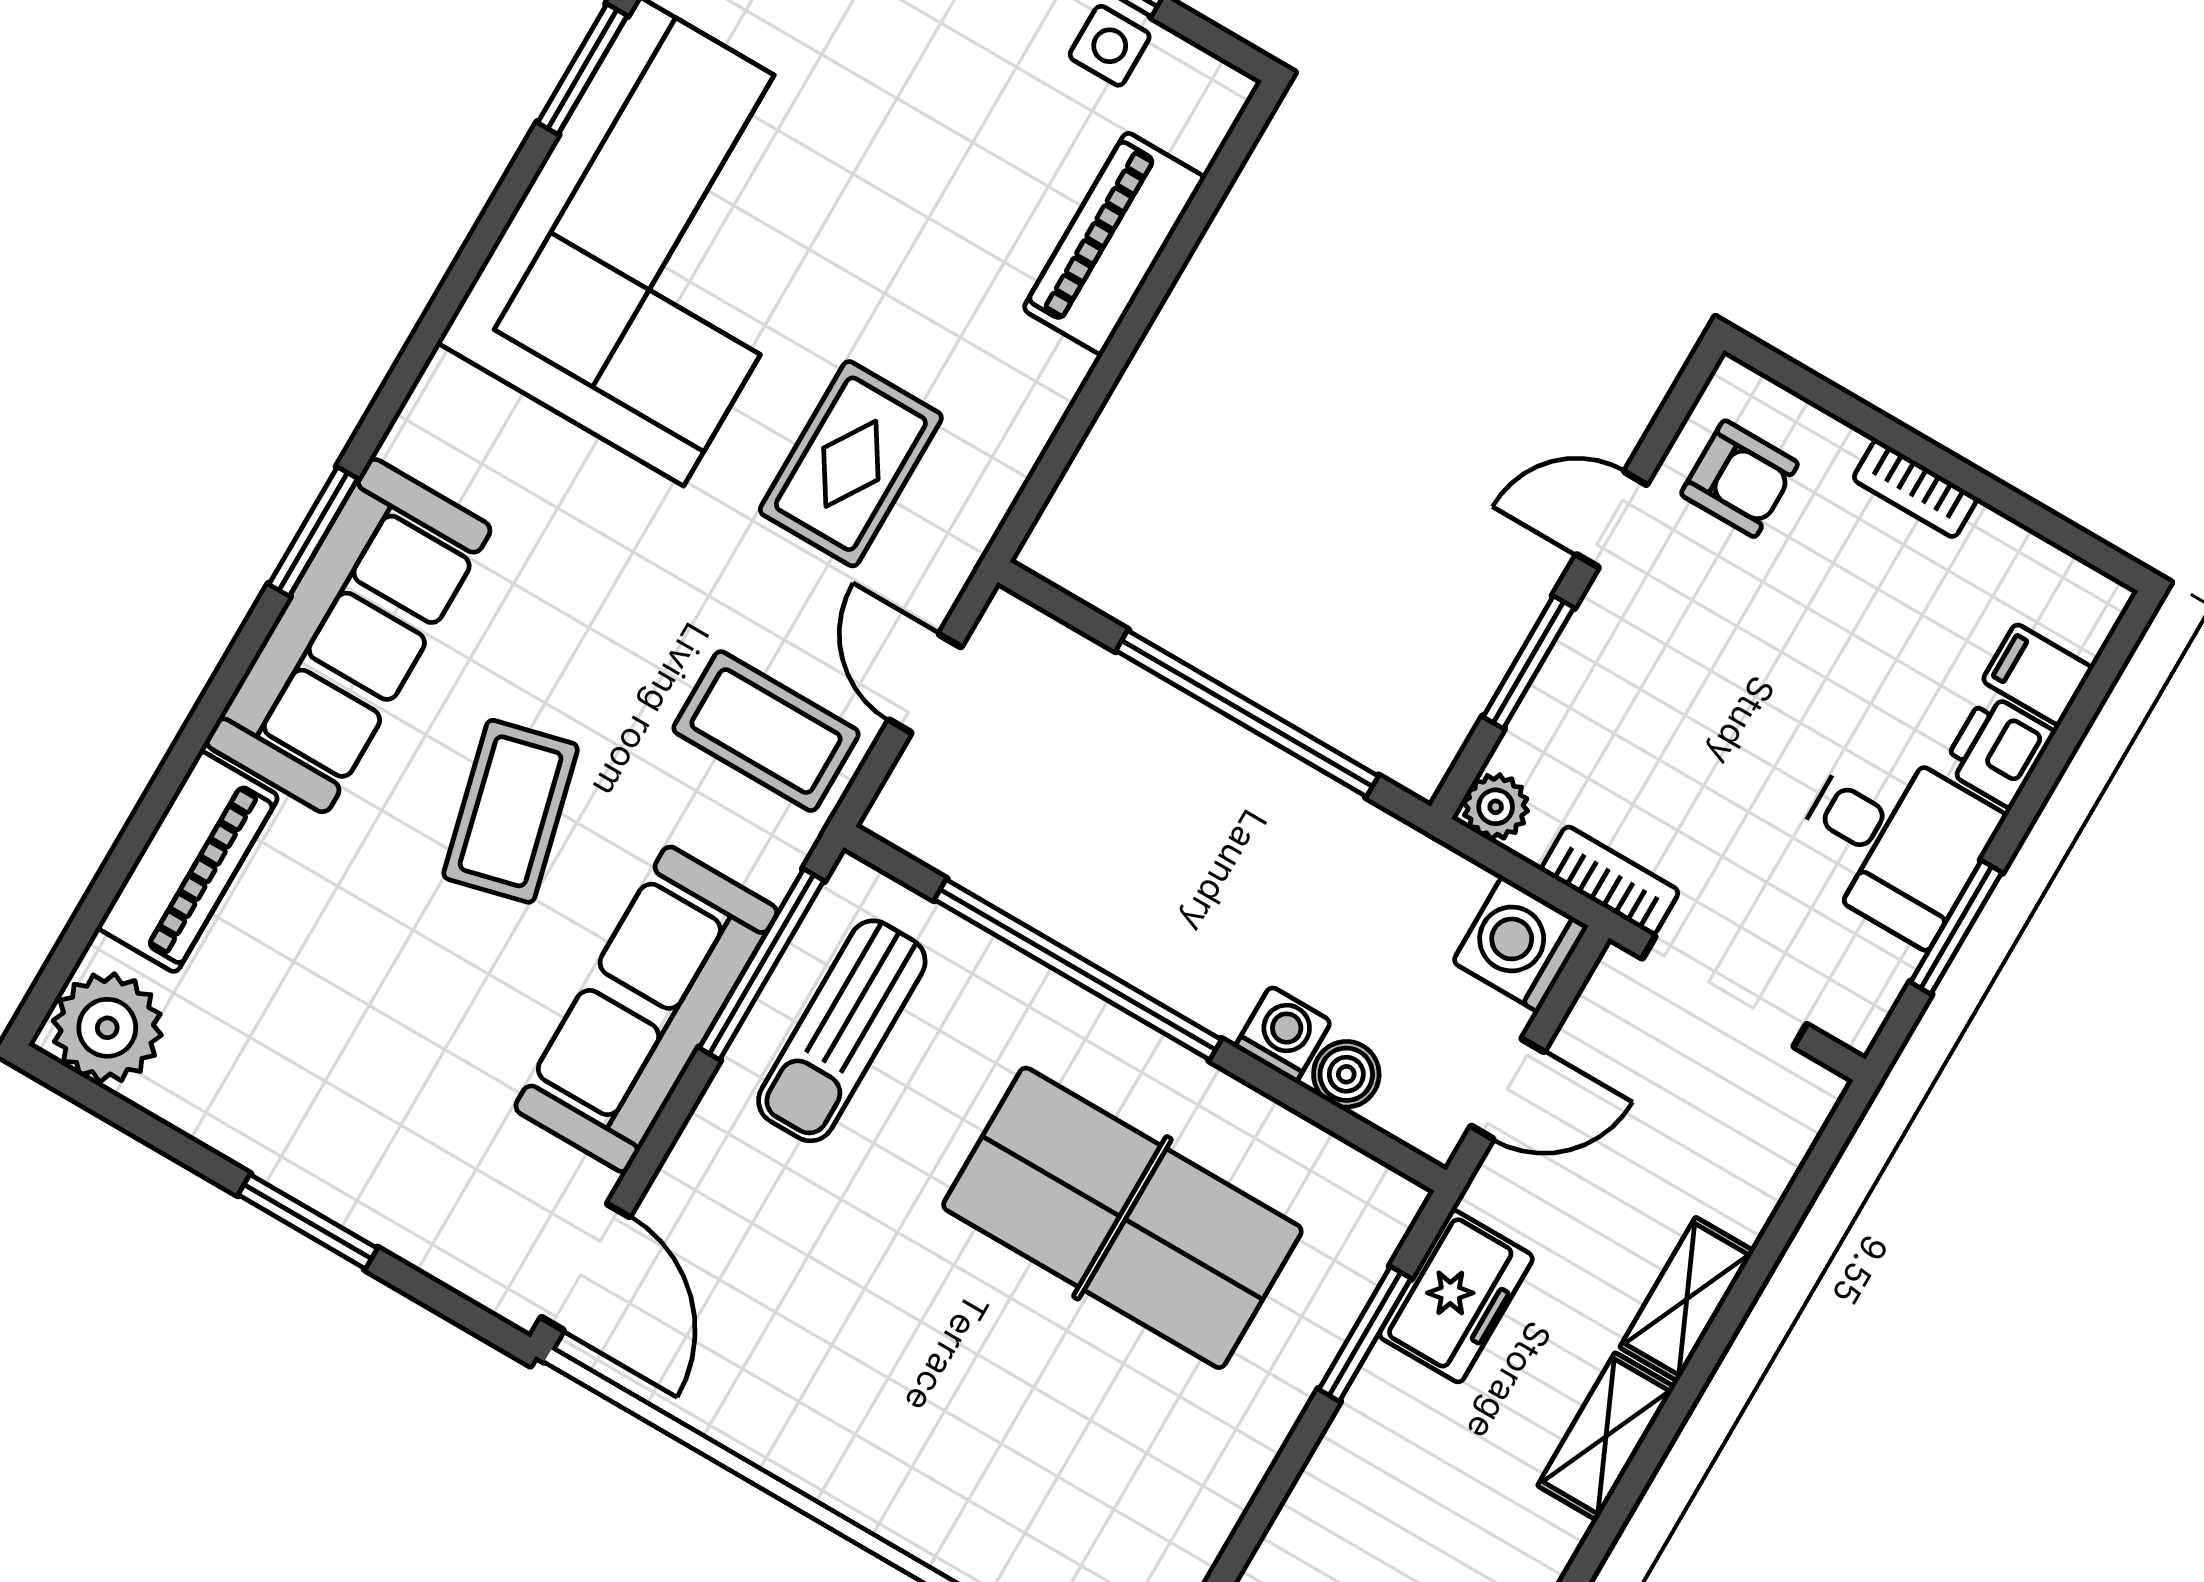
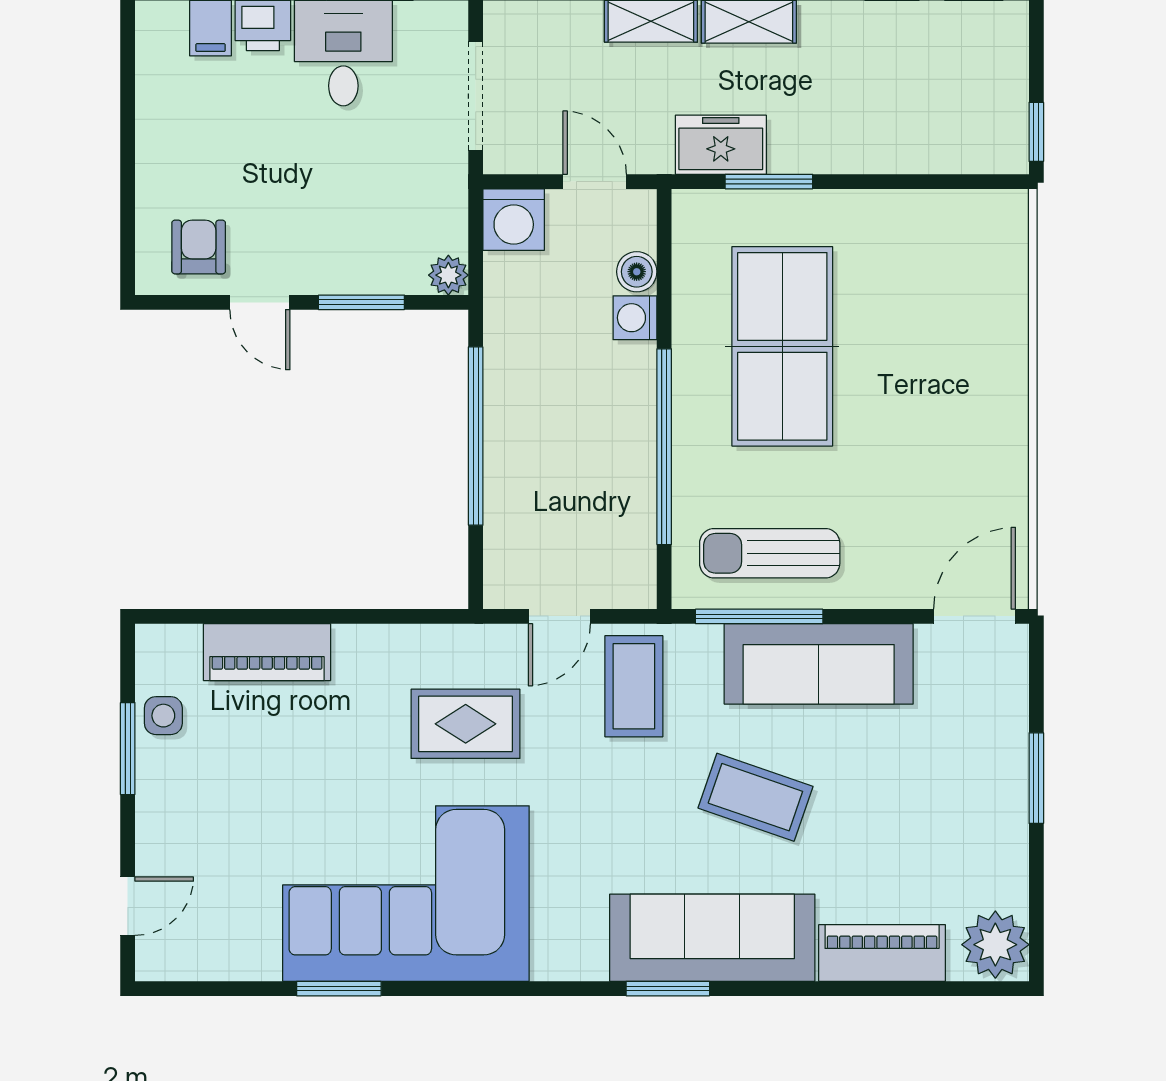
bookcase: (1915, 489) -> (150, 151), removed
coffee table: (511, 811) -> (755, 797), turned 33
bookcase: (1610, 881) -> (452, 192), removed
sun lounger: (842, 1031) -> (770, 553), turned 180

